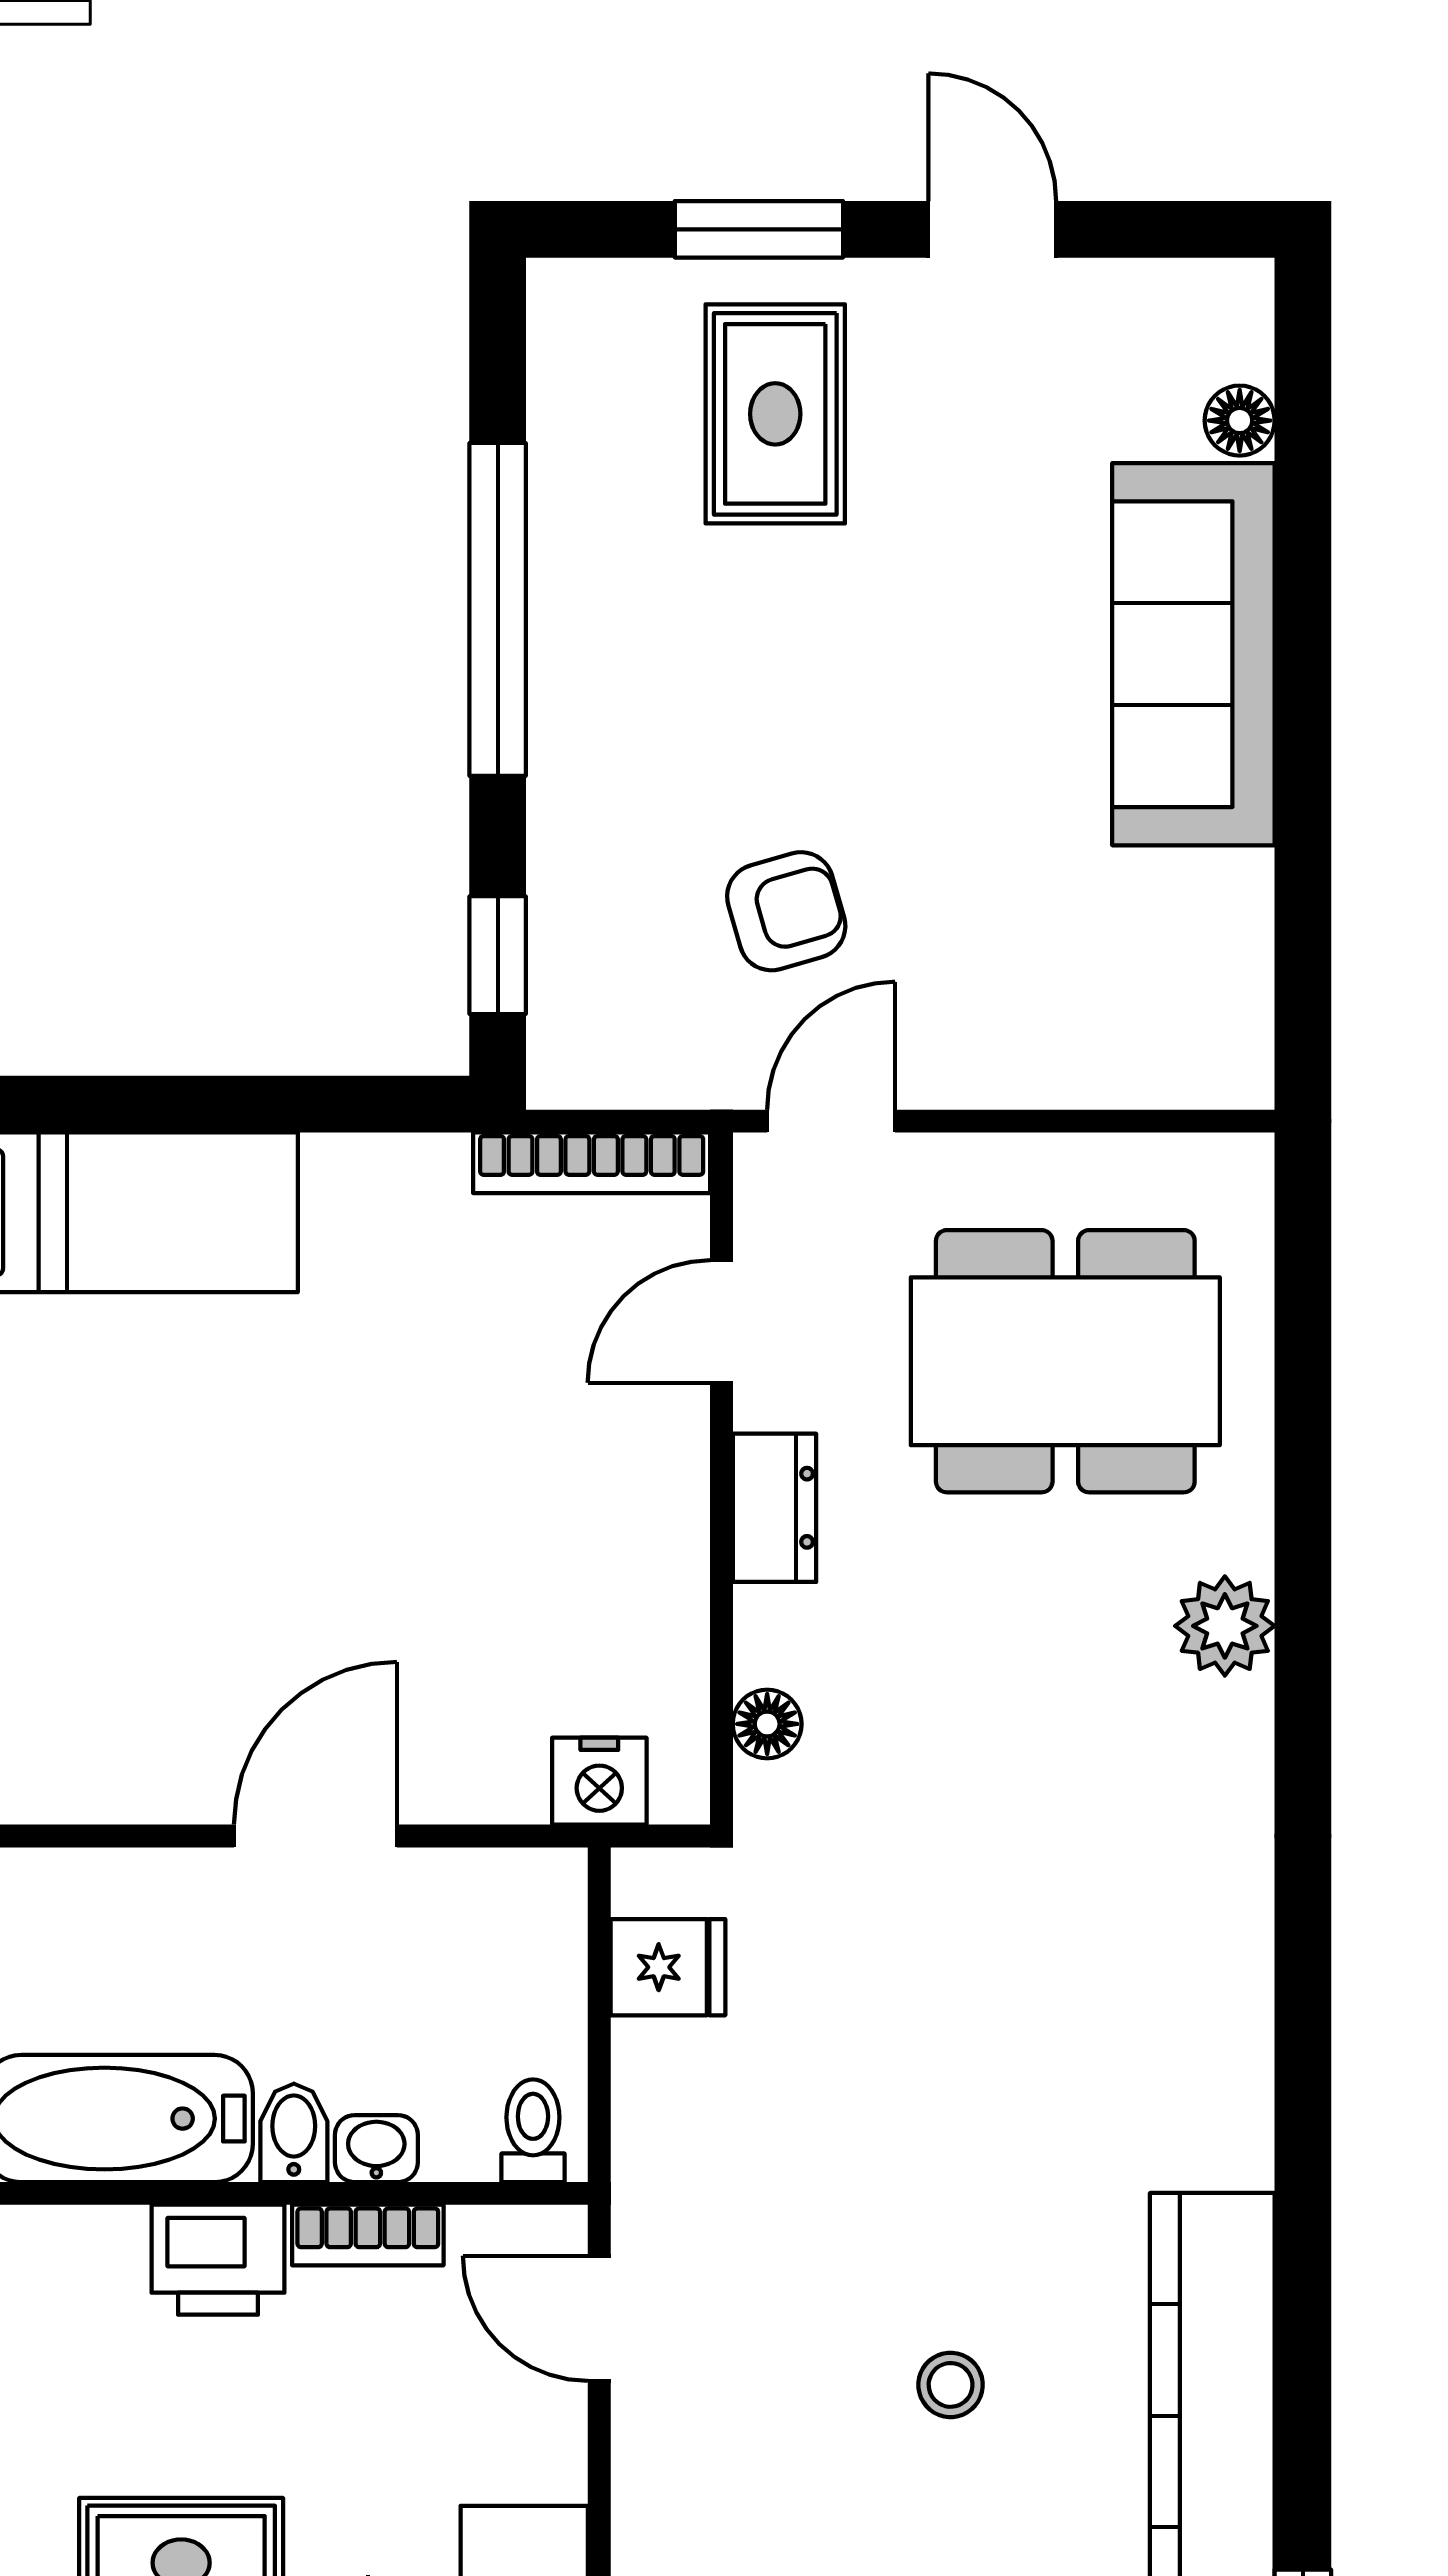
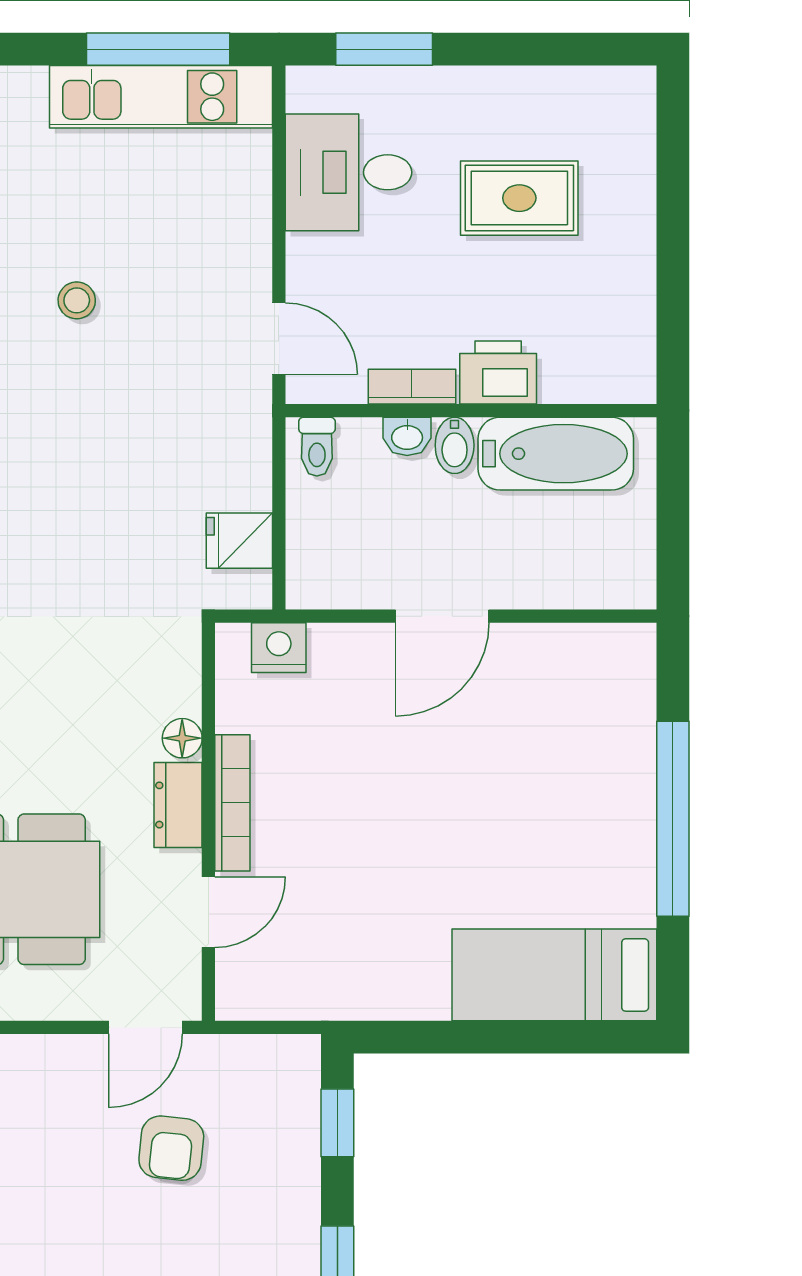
armchair: (786, 911) -> (171, 1148), turned -68
bookcase: (592, 1163) -> (232, 803), moved, turned 90
floor lamp: (767, 1724) -> (182, 738), moved

